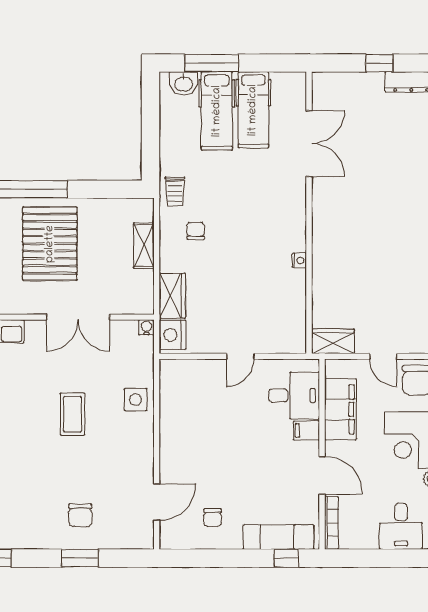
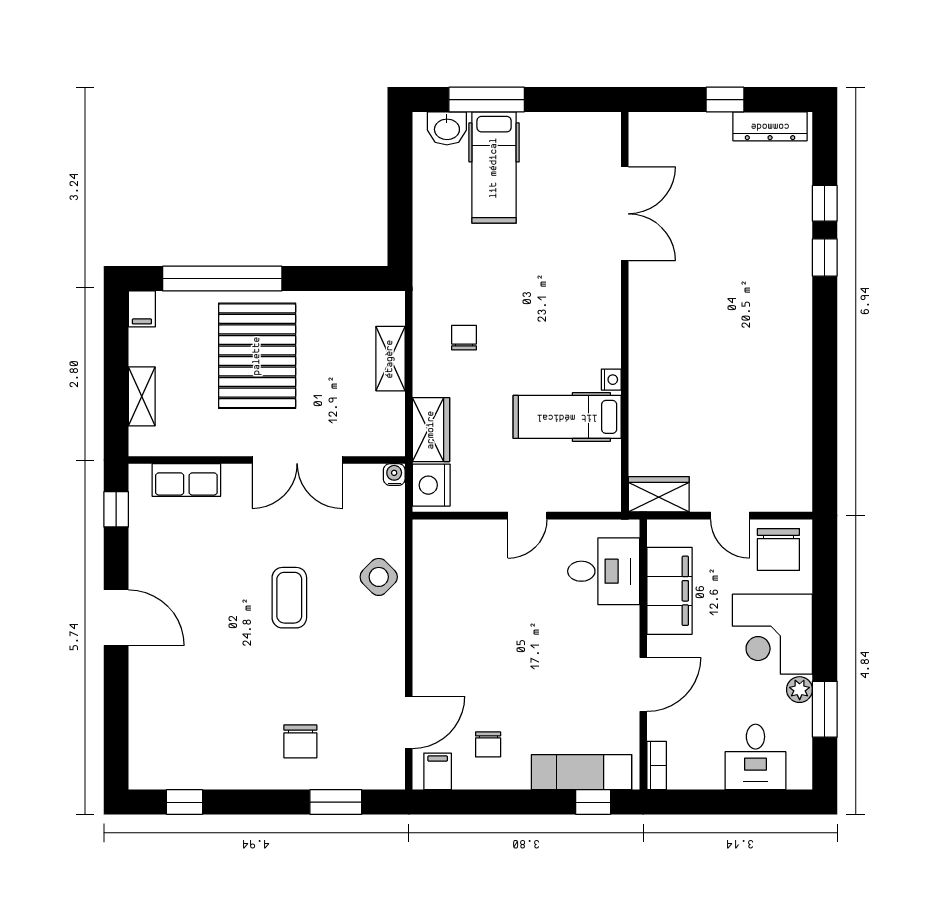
hospital bed: (253, 110) -> (567, 417), moved, turned 90
trolley: (175, 191) -> (435, 282), removed
side table: (135, 400) -> (379, 577), turned 45
filing cabinet: (306, 430) -> (438, 771), moved, turned 90
door: (322, 475) -> (643, 685), hinge flipped
bookcase: (331, 523) -> (657, 765), width x0.64
window: (80, 558) -> (336, 802), moved

